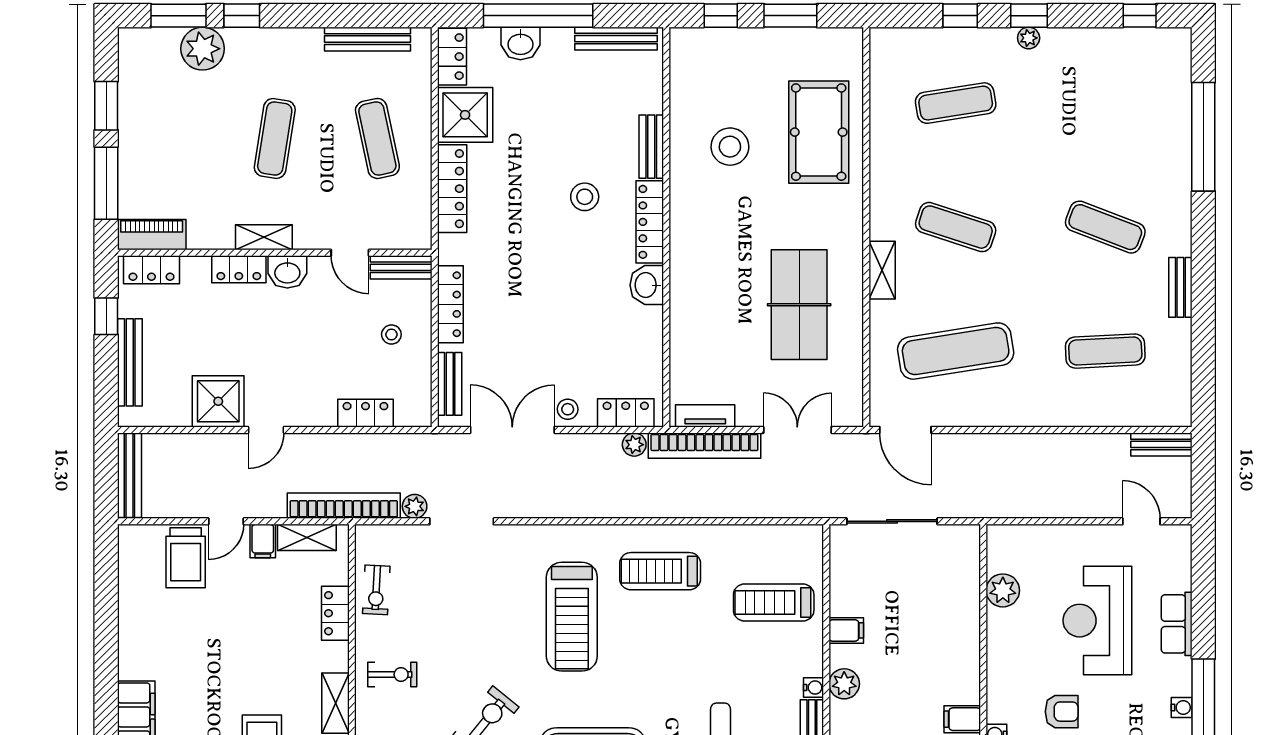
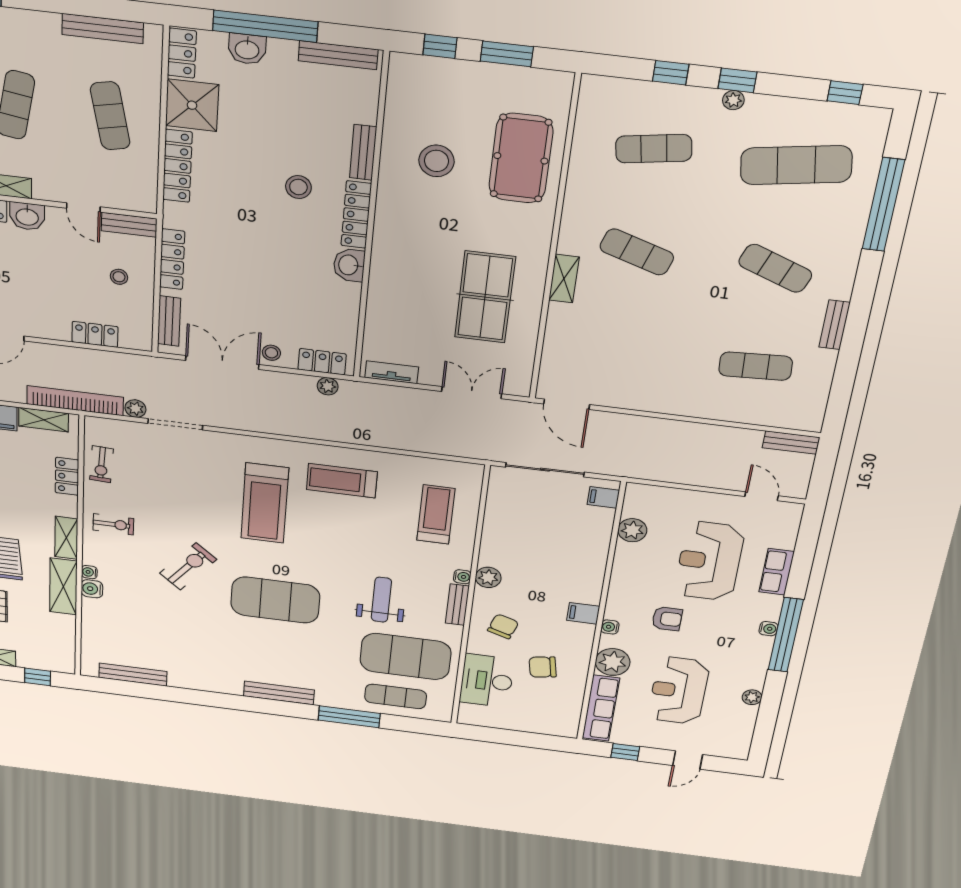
exercise mat: (956, 351) -> (796, 165), moved
bookcase: (704, 446) -> (389, 394), removed
treadmill: (774, 603) -> (436, 514), turned 90
filing cabinet: (846, 630) -> (603, 497), moved, turned 180

